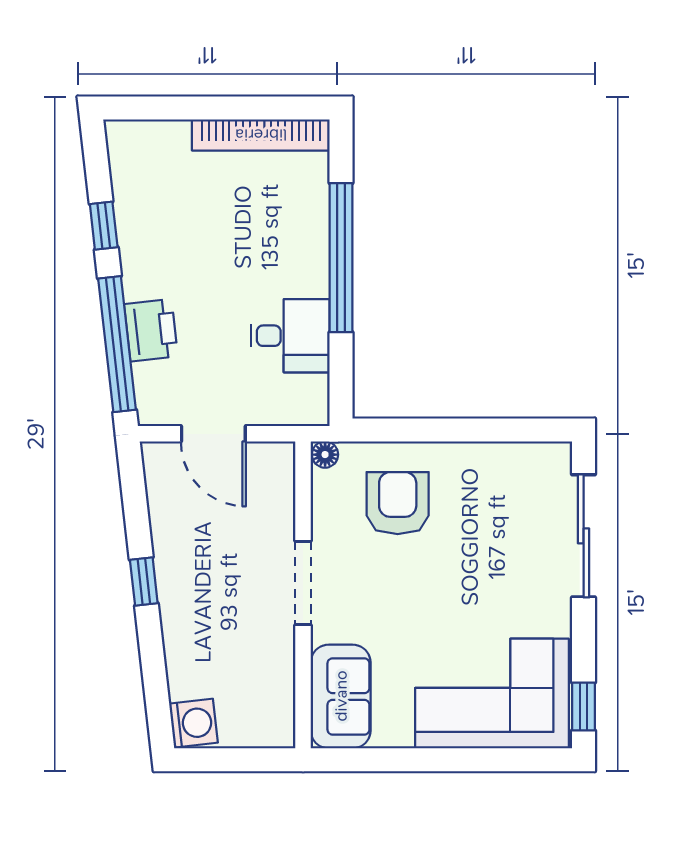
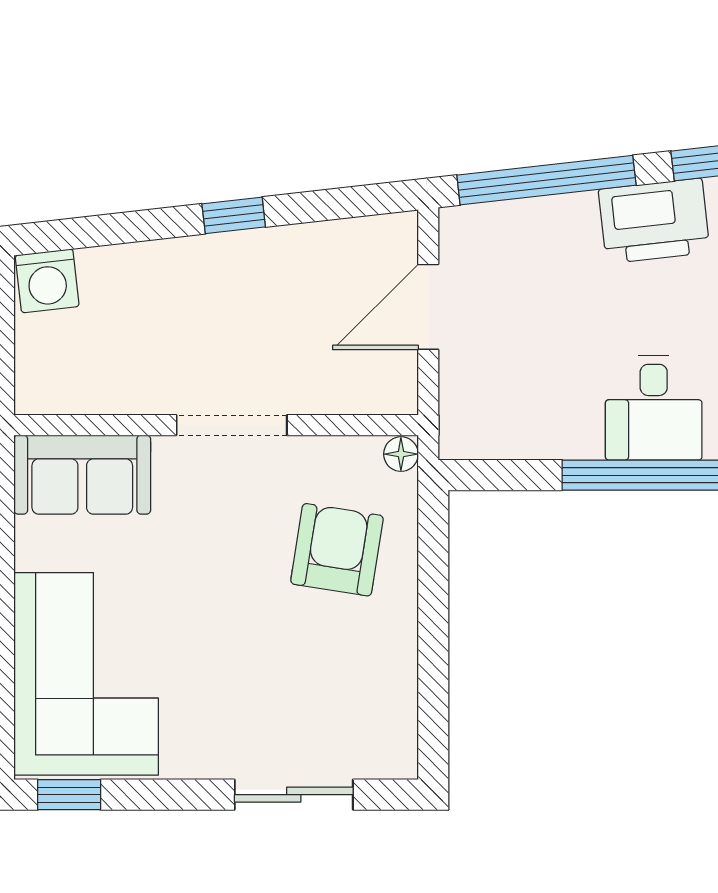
printer: (151, 330) -> (654, 221), moved, width x1.37, depth x1.19
desk: (290, 336) -> (654, 408), moved
armchair: (398, 503) -> (337, 550), turned -81
sliding door: (584, 536) -> (294, 795), width x0.73

